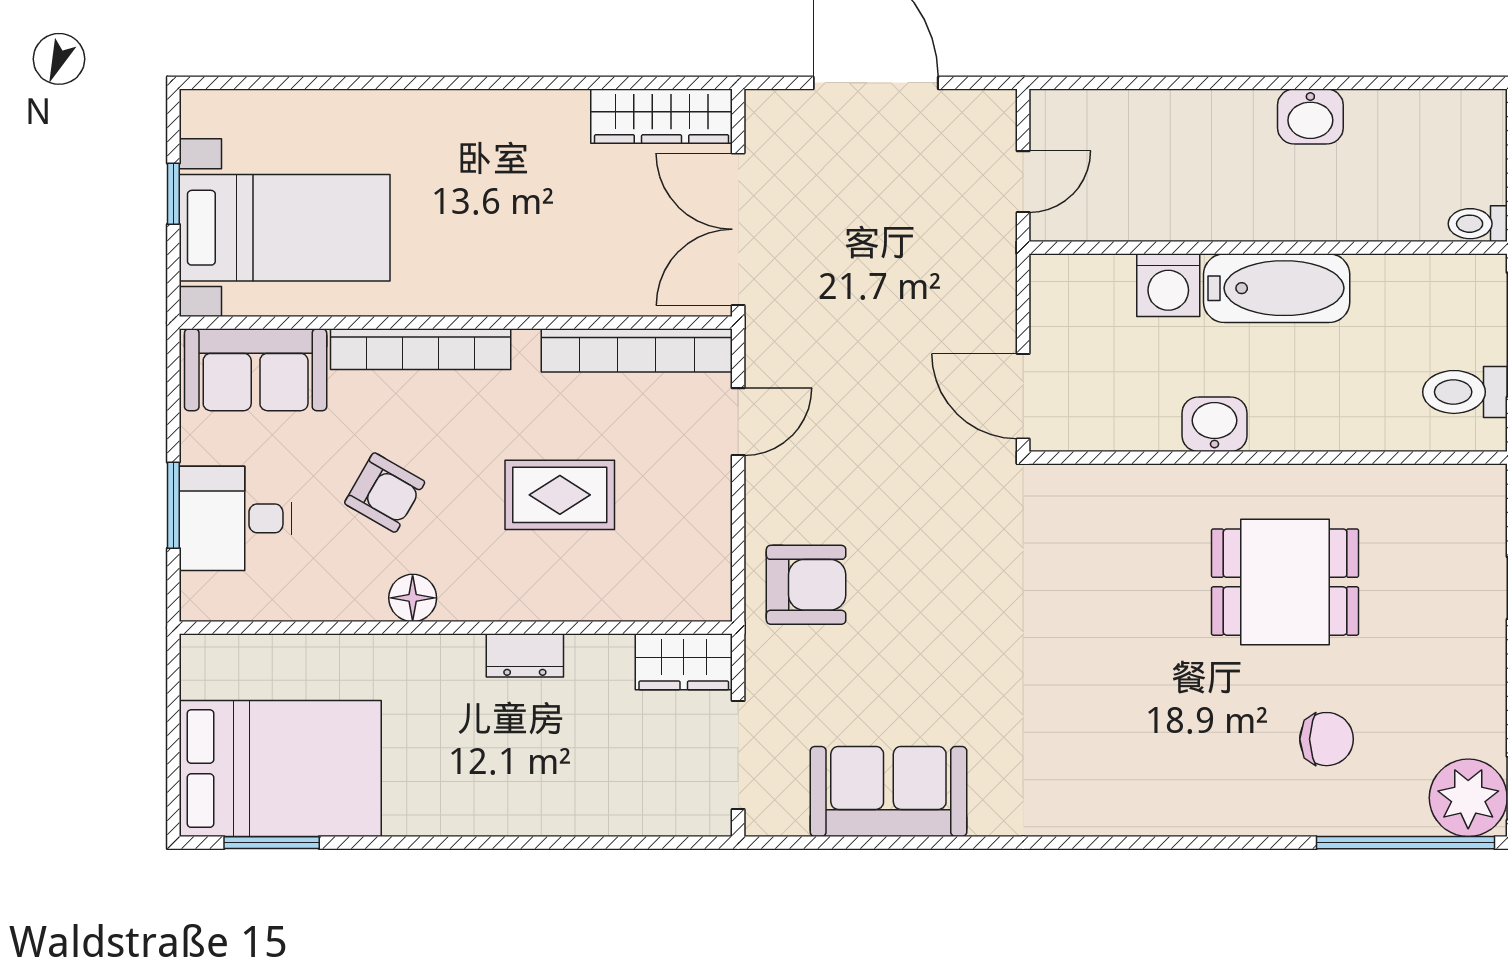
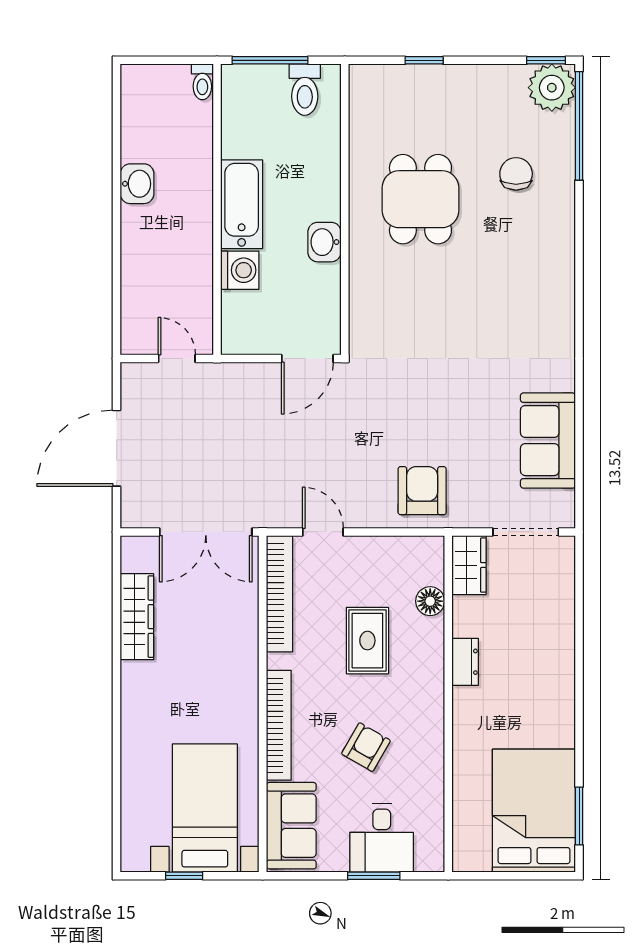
wardrobe: (662, 116) -> (137, 617), moved
floor lamp: (413, 598) -> (430, 601), moved

